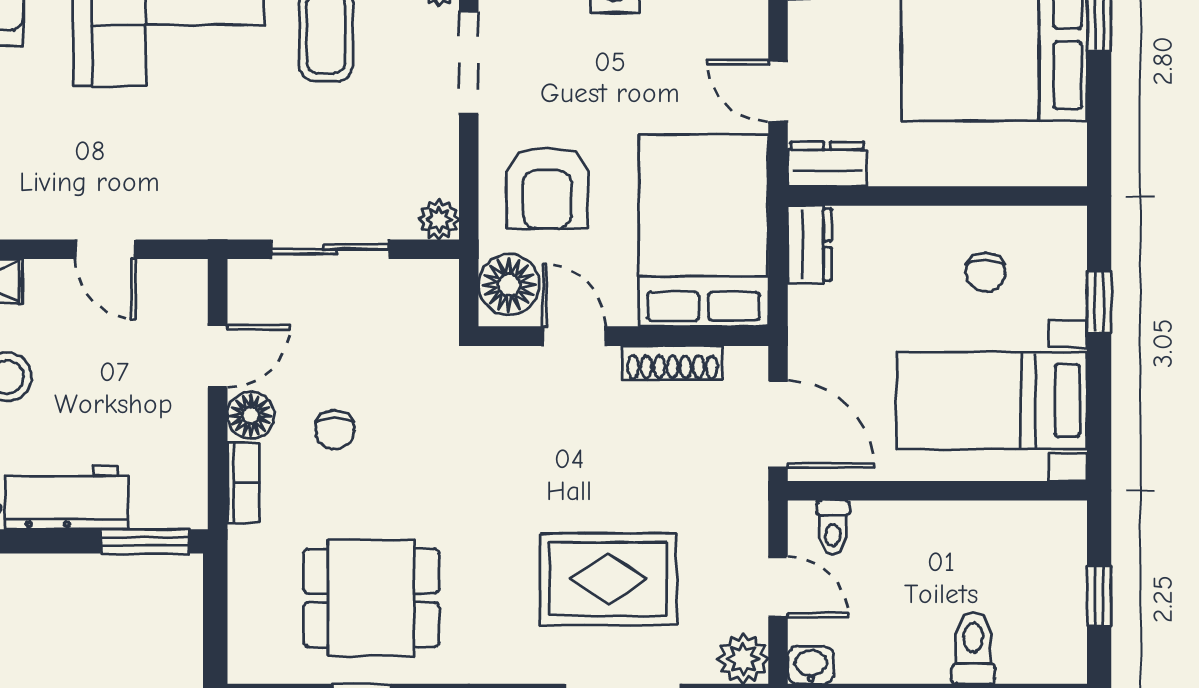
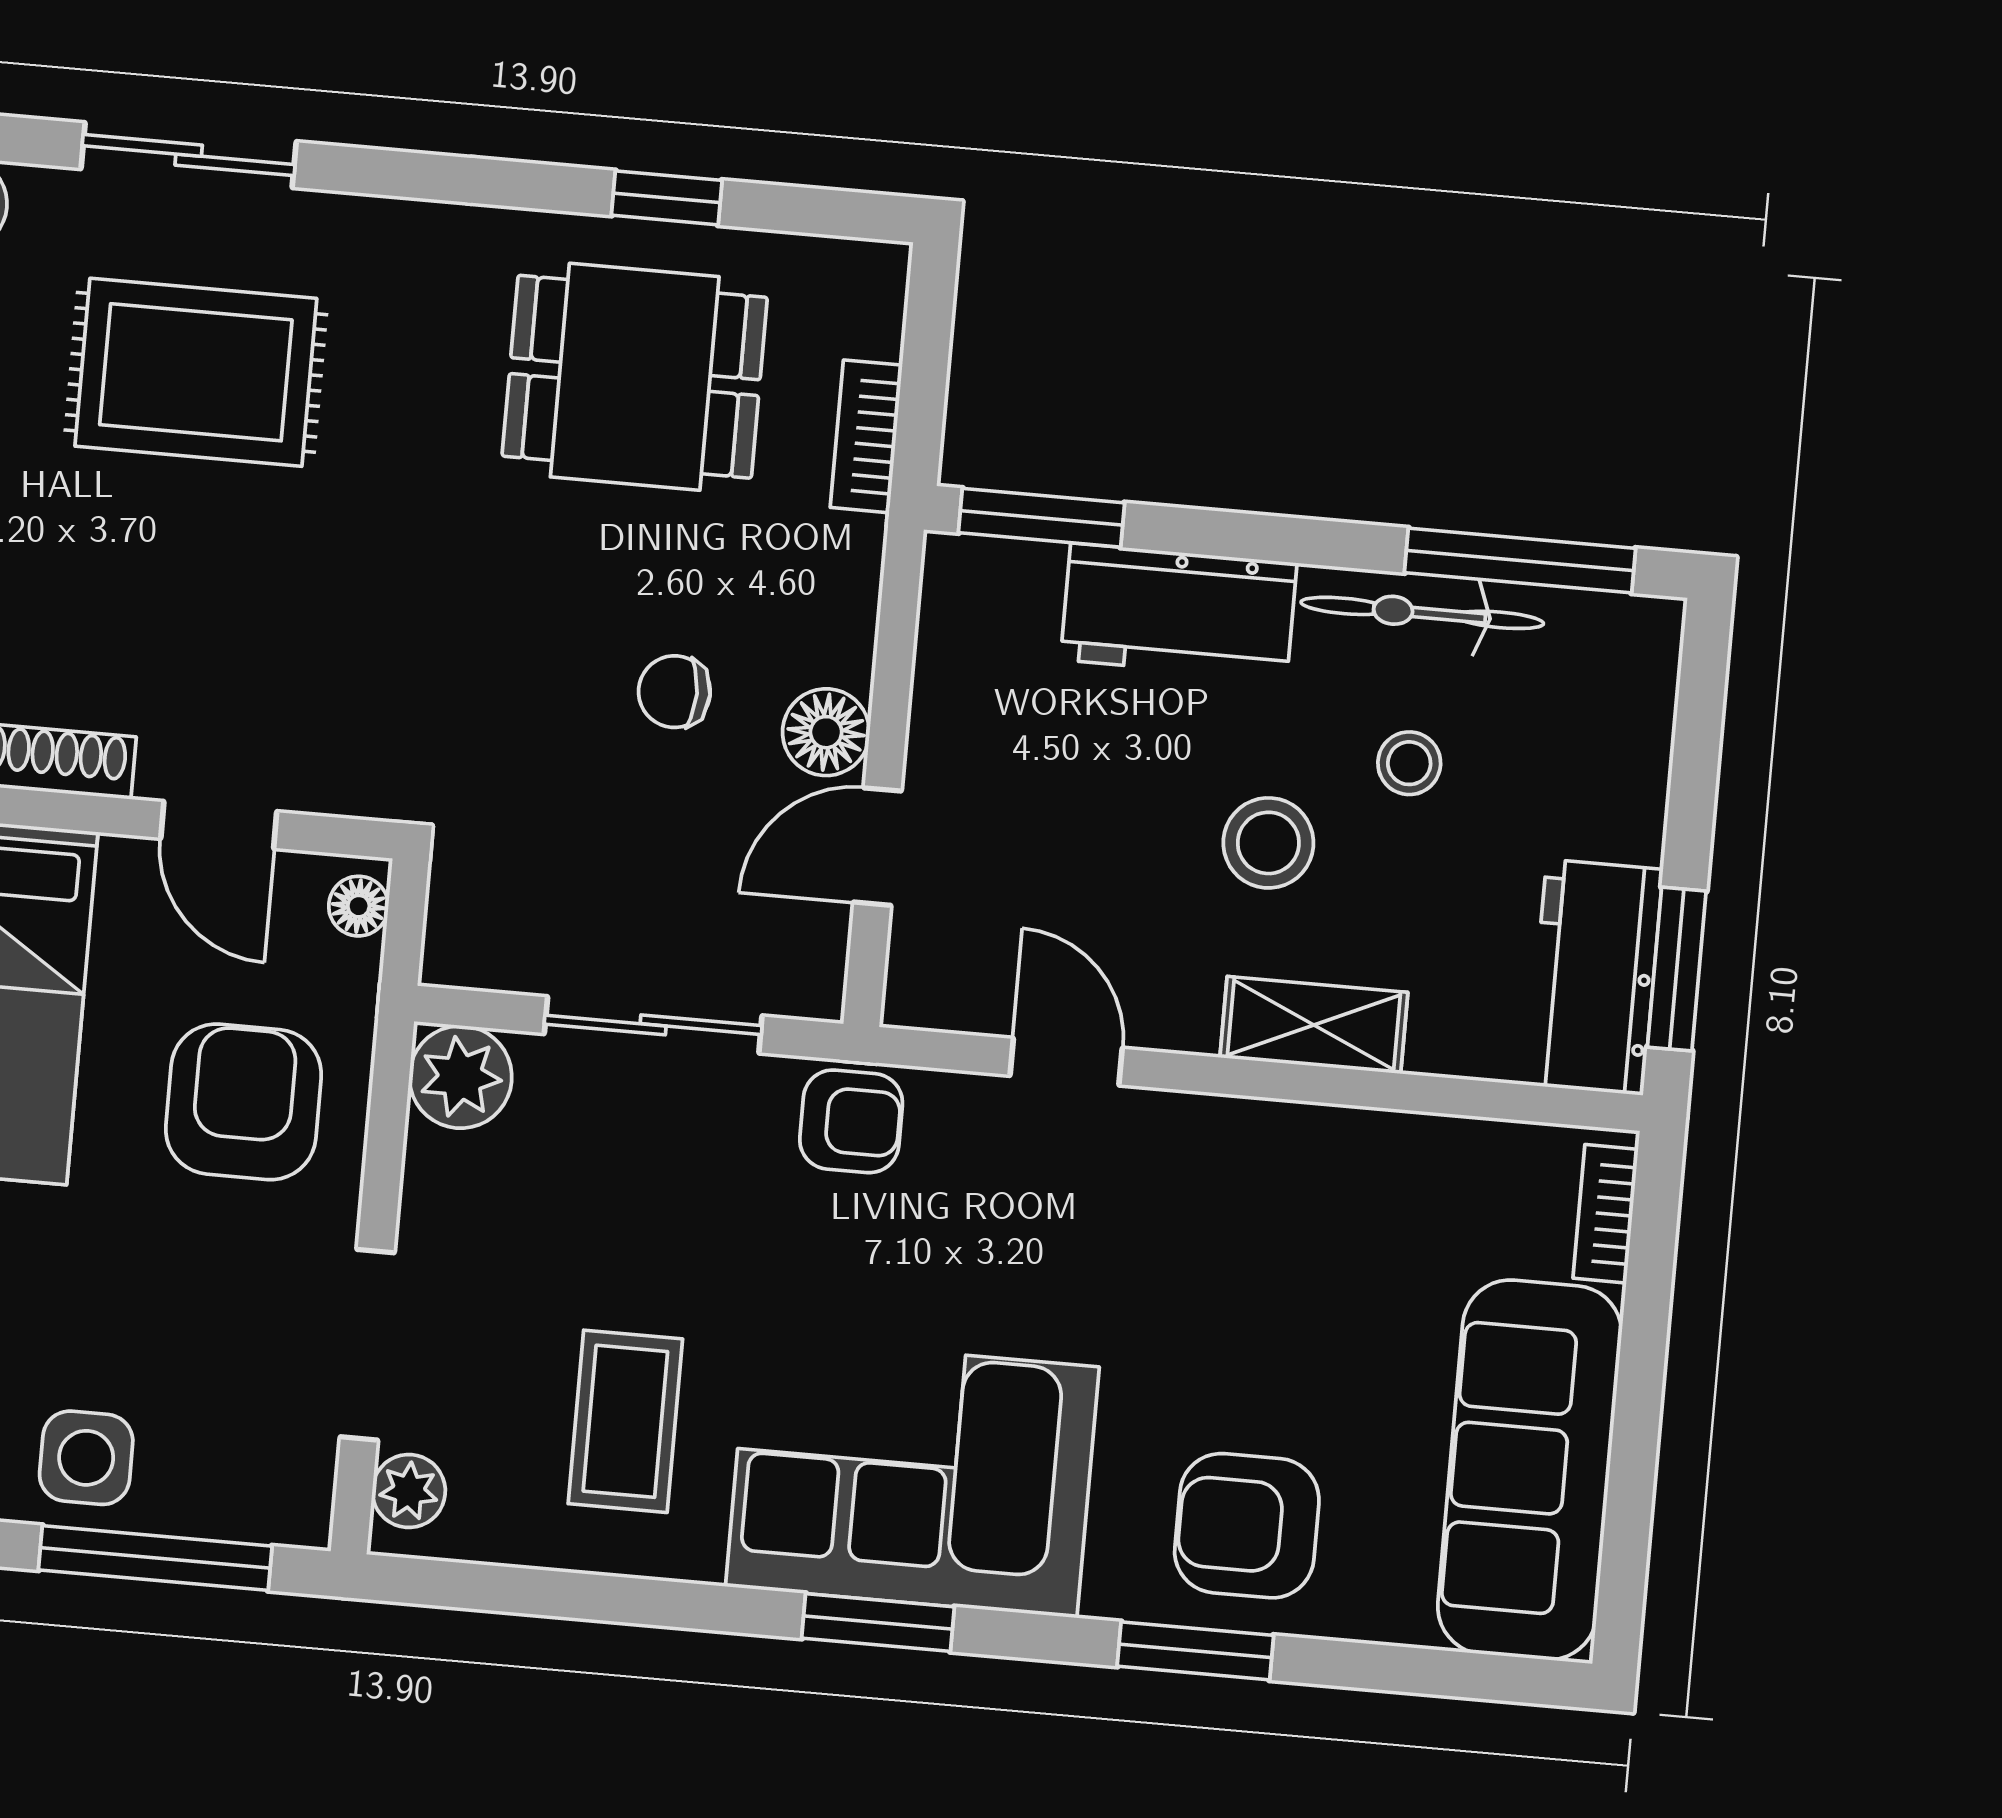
armchair: (219, 207) -> (851, 1121), added
plant: (439, 219) -> (461, 1077), width x1.38, depth x1.38
floor lamp: (509, 285) -> (359, 906), width x0.53, depth x0.53
chair: (335, 430) -> (674, 692), turned -90
bookcase: (243, 483) -> (866, 436), moved

